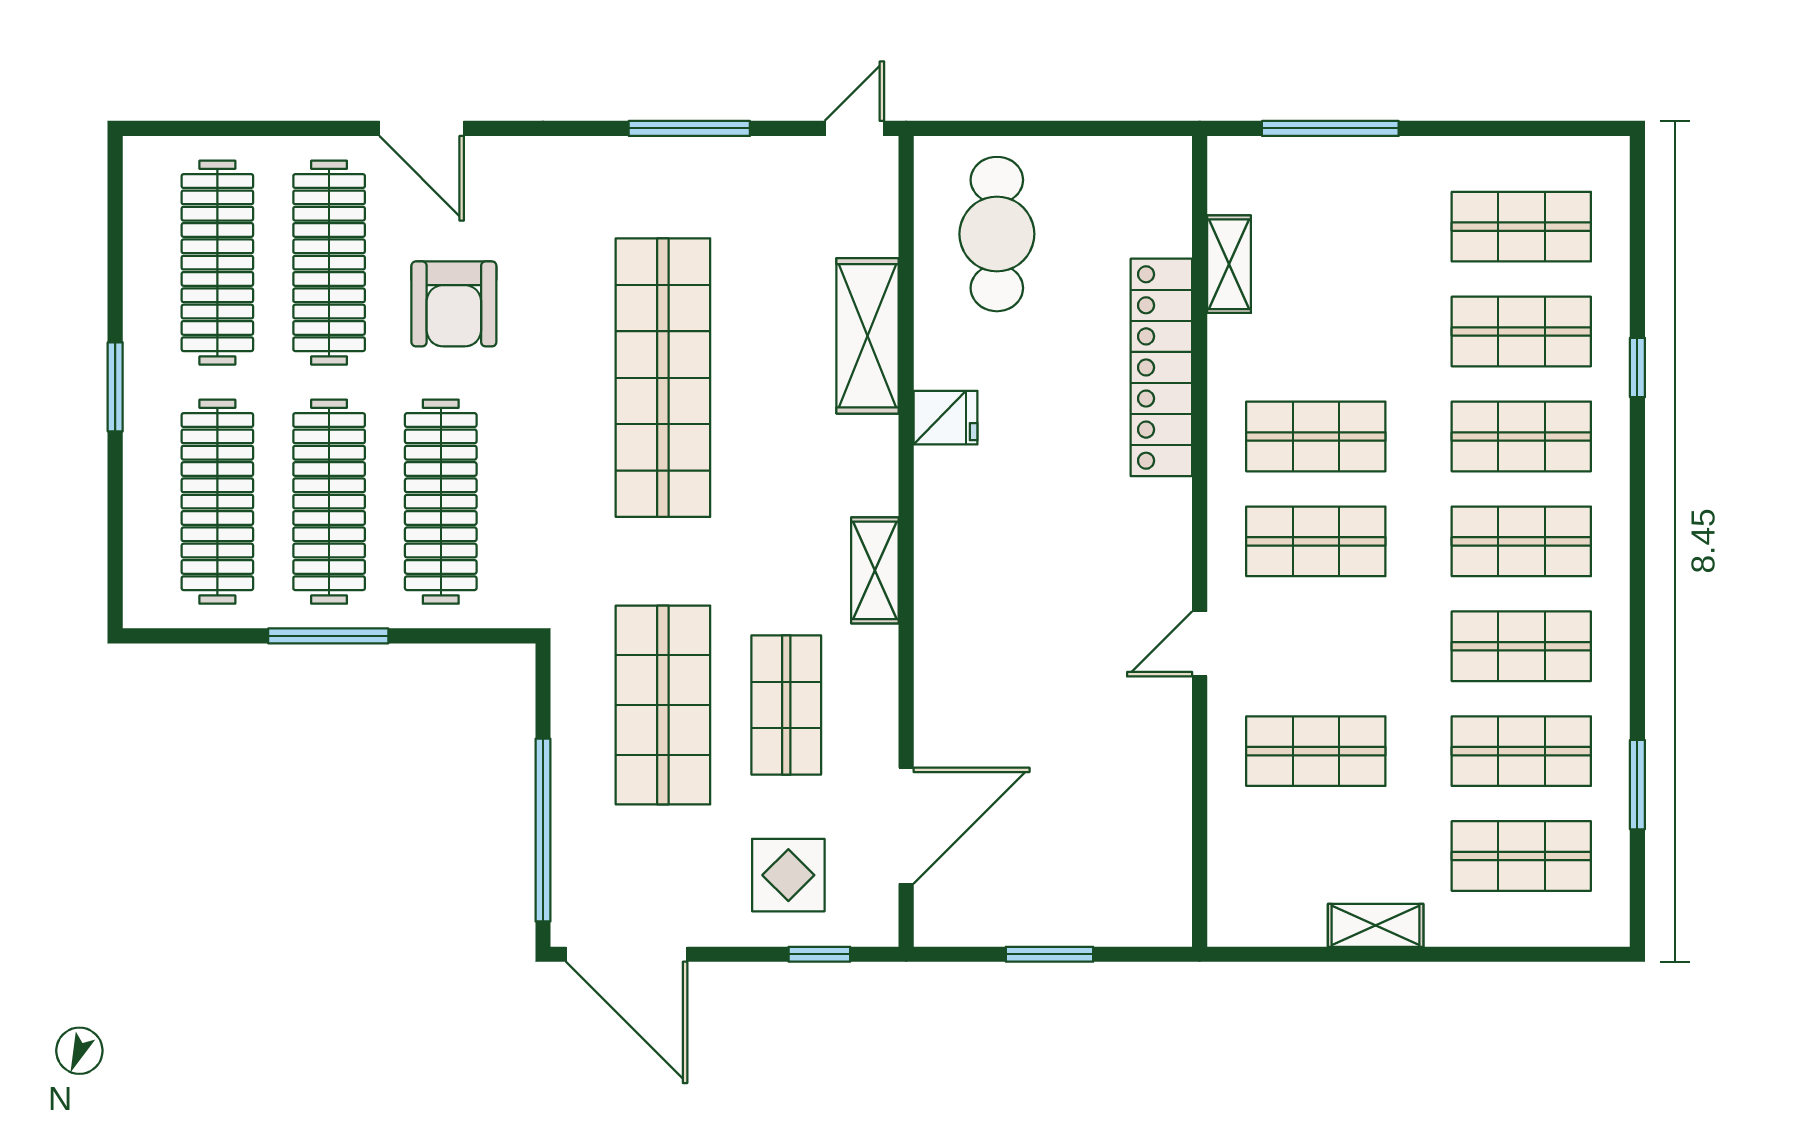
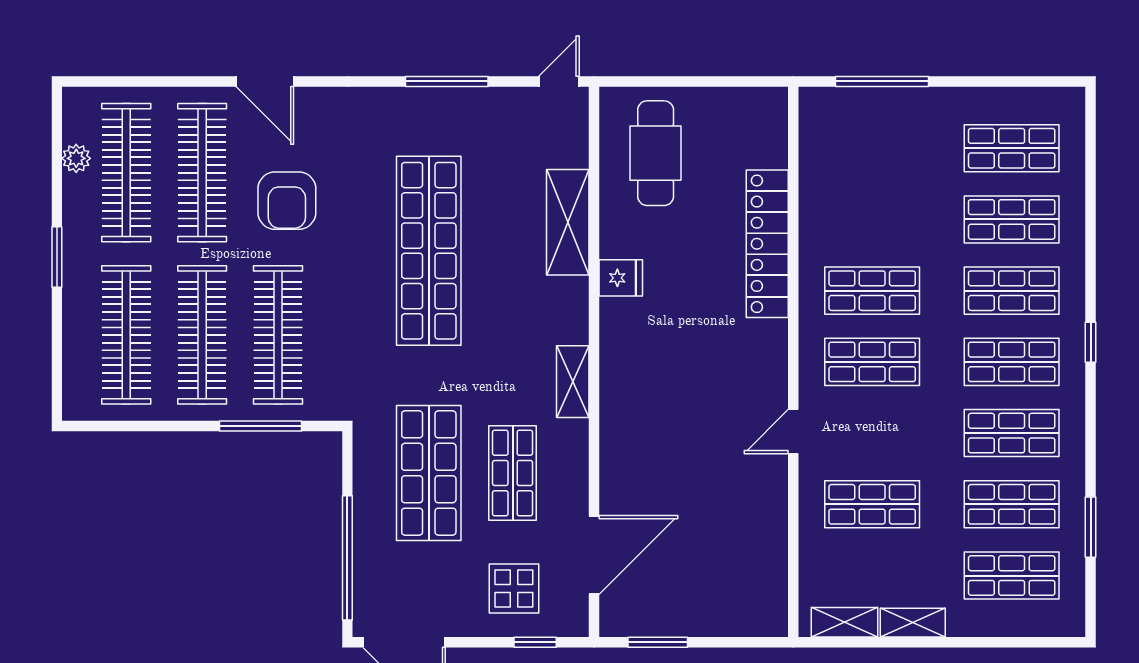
plant: (144, 242) -> (76, 158), added
shelving: (1229, 264) -> (845, 622), moved, turned 90
window: (1637, 368) -> (1091, 342), moved
window: (328, 636) -> (261, 426), moved
window: (1049, 954) -> (658, 642), moved

